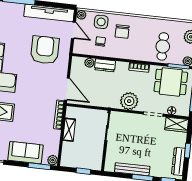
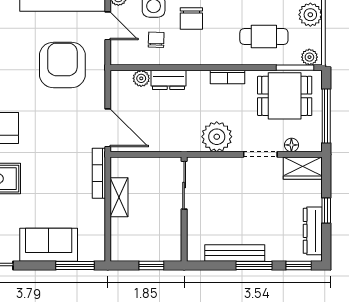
cafe table: (163, 46) -> (264, 36), turned 90
plant: (53, 160) -> (97, 253), removed

